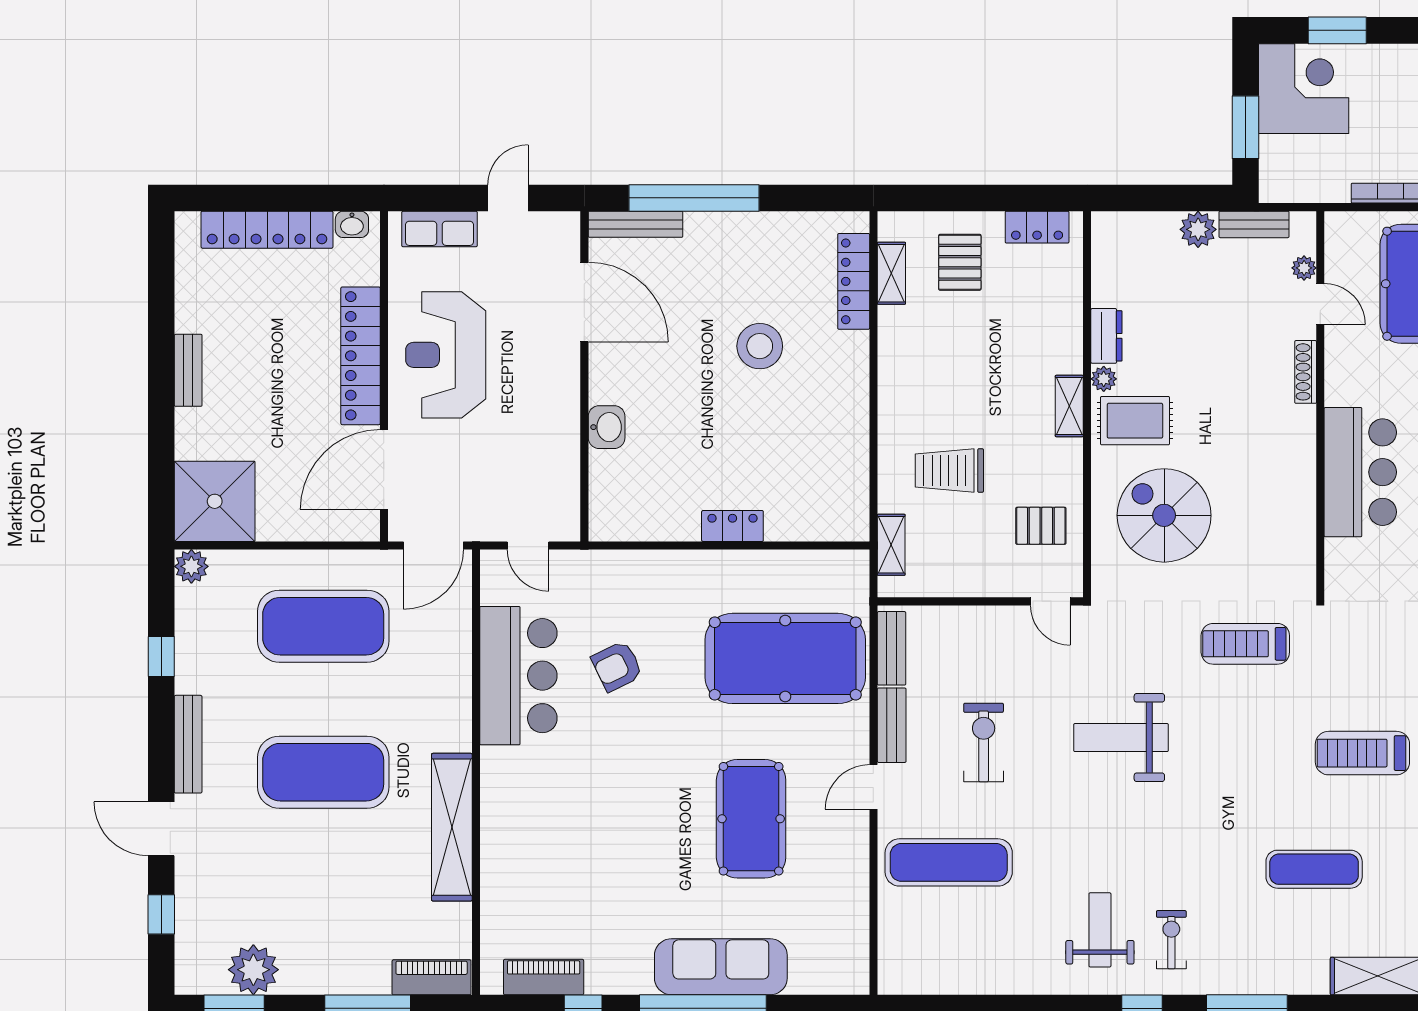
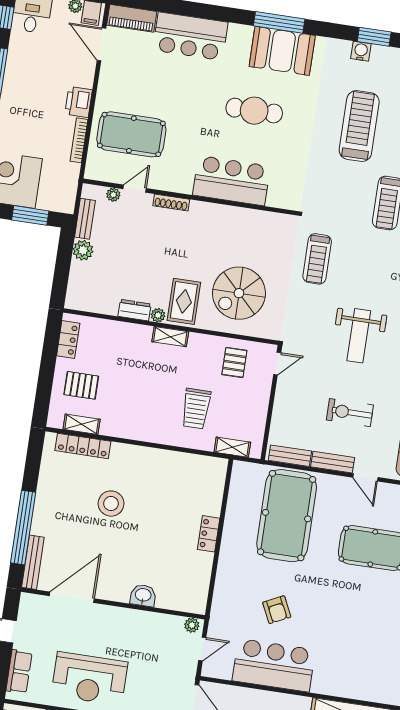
plant: (567, 521) -> (192, 625), added

